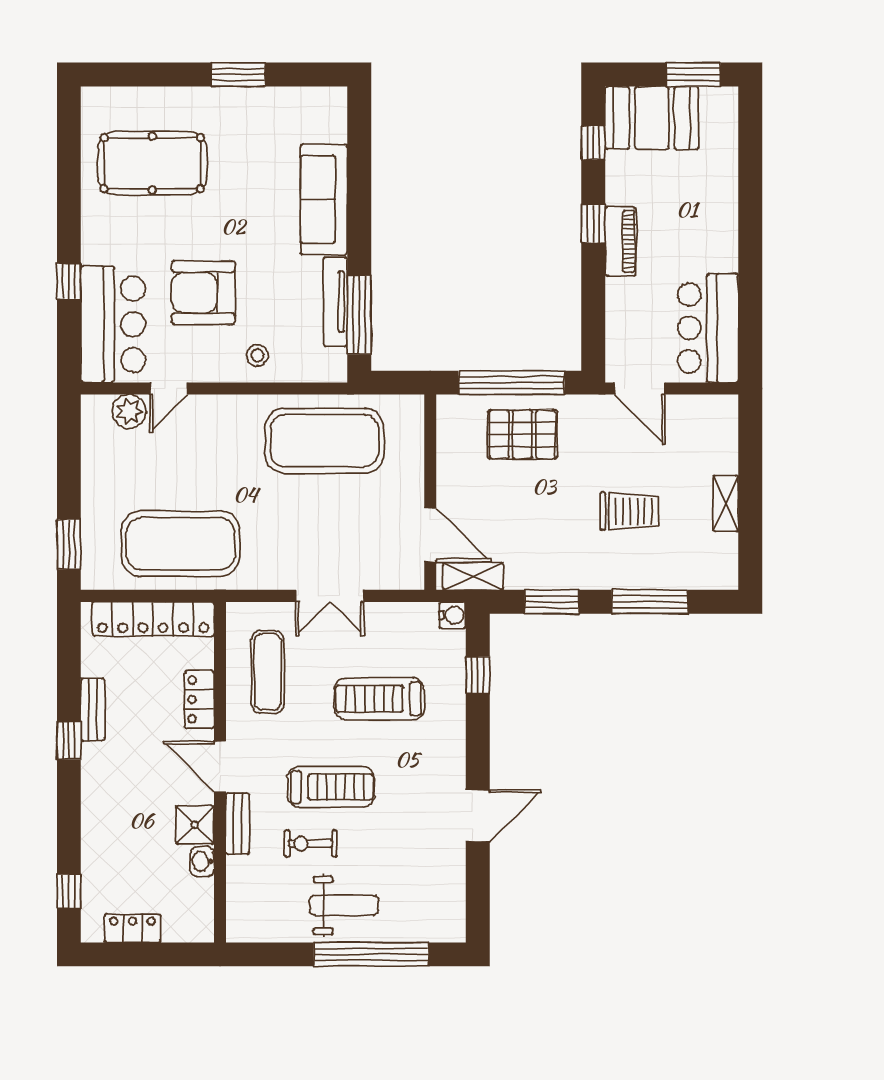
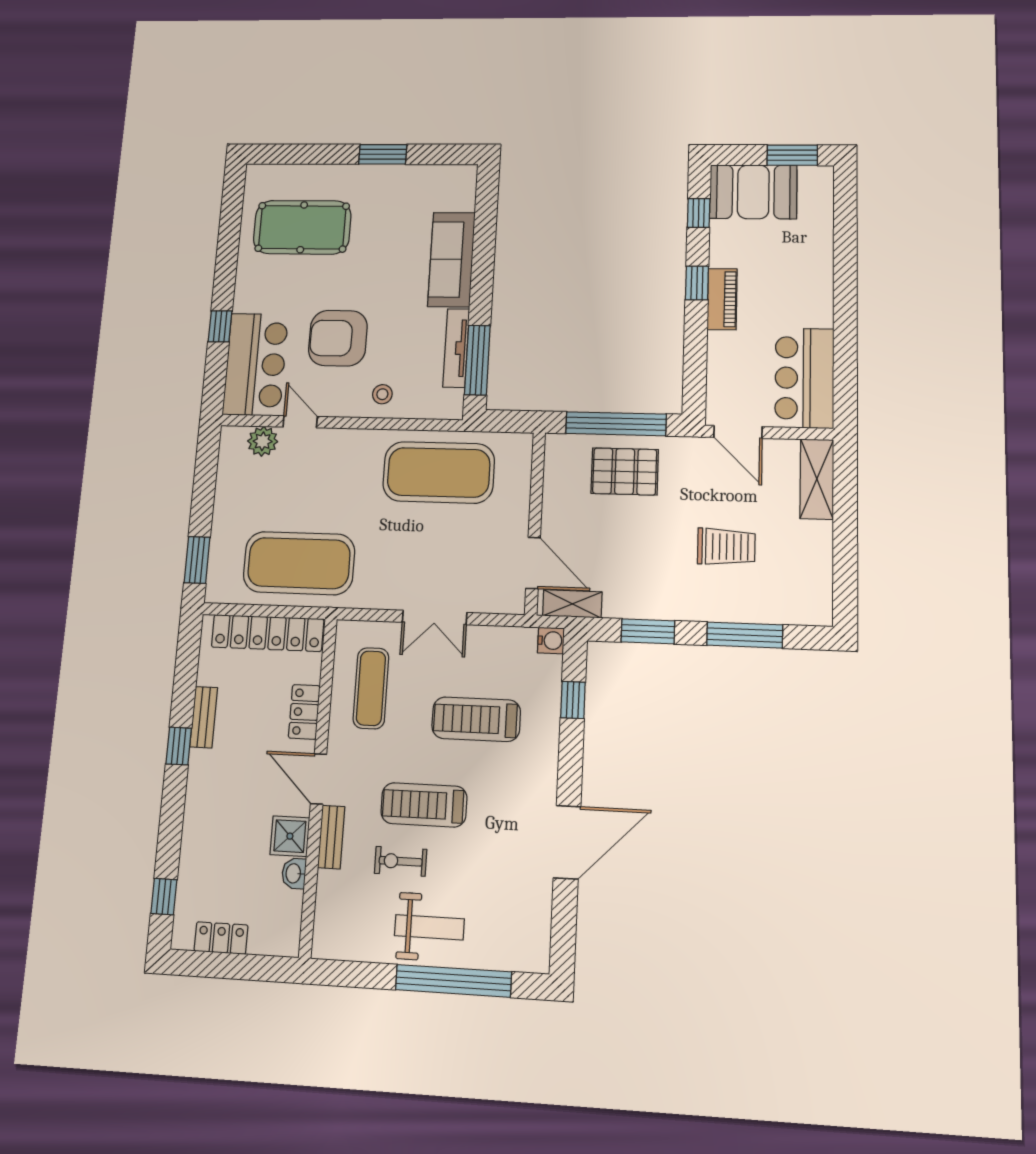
door: (169, 389) -> (300, 422), swing flipped
shelving: (726, 503) -> (817, 479), moved, width x1.50, depth x1.33
treadmill: (331, 787) -> (424, 805), turned 180
door: (478, 816) -> (567, 842), width x1.36

